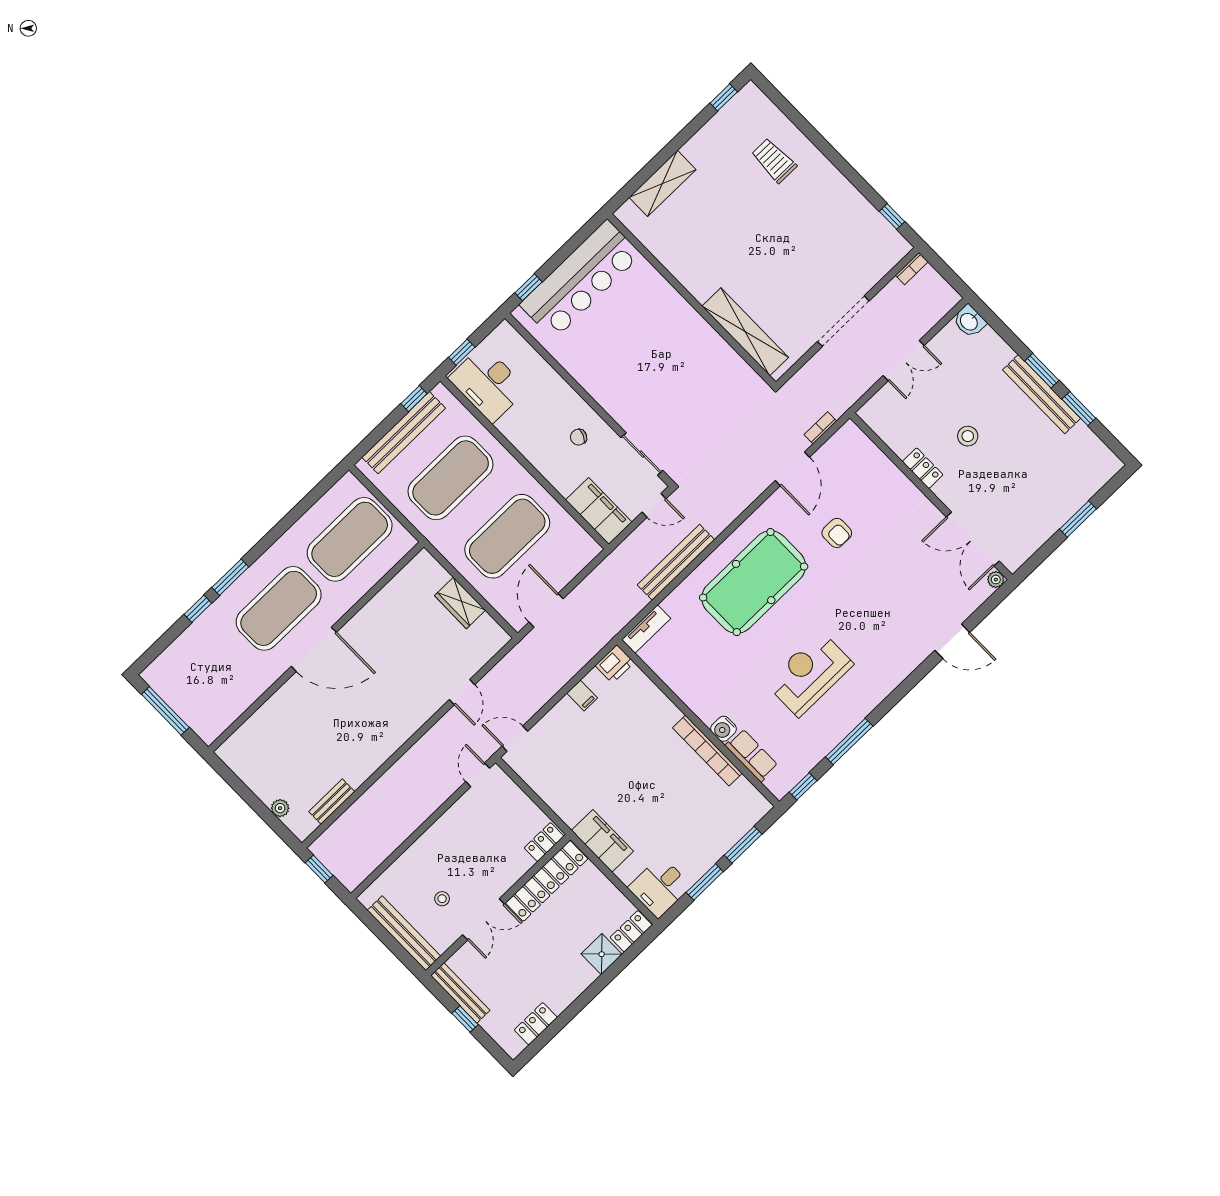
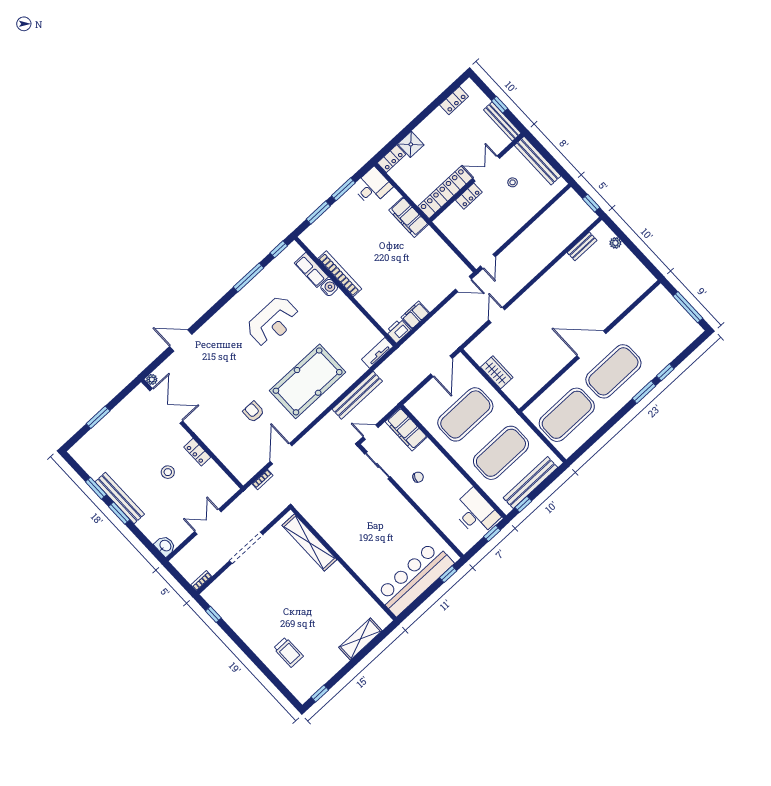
filing cabinet: (582, 695) -> (415, 315), width x2.00
locker: (544, 842) -> (469, 196), moved

